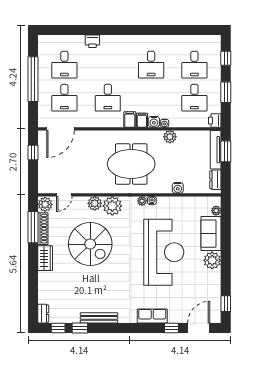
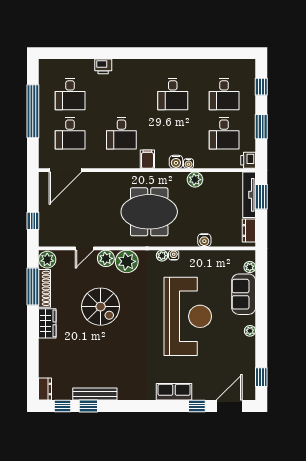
filing cabinet: (142, 120) -> (162, 160), removed
window: (33, 153) -> (33, 221), moved
door: (64, 195) -> (84, 248), moved
spiral stairs: (90, 244) -> (101, 307), width x0.73, depth x0.73
plant: (212, 260) -> (250, 331), width x0.53, depth x0.53
bench: (99, 318) -> (95, 394), moved

